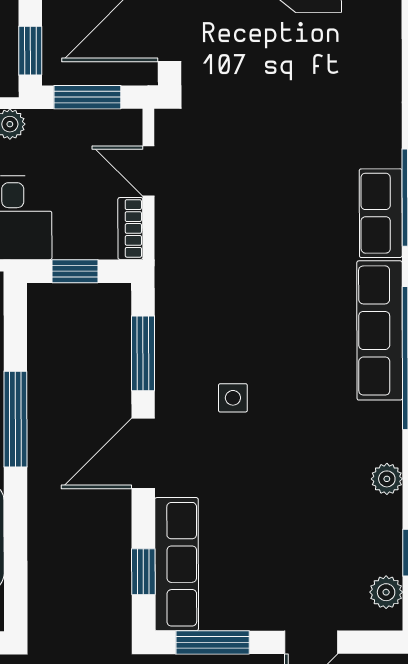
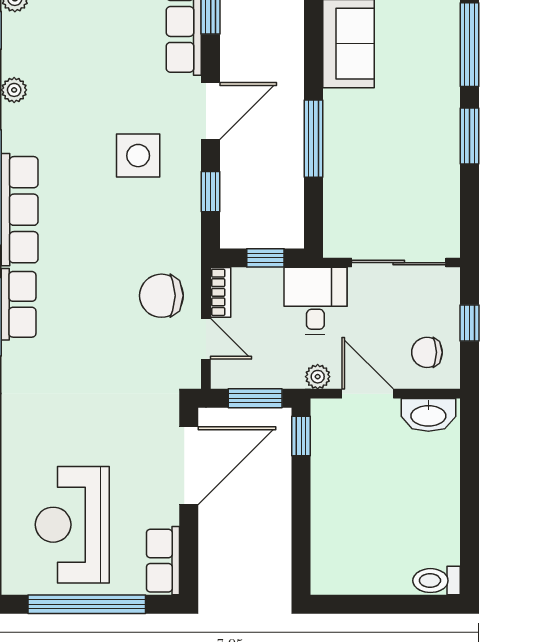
chair: (204, 224) -> (161, 296), added
window: (143, 353) -> (211, 192), width x0.67
side table: (233, 398) -> (138, 156), width x1.87, depth x1.87

